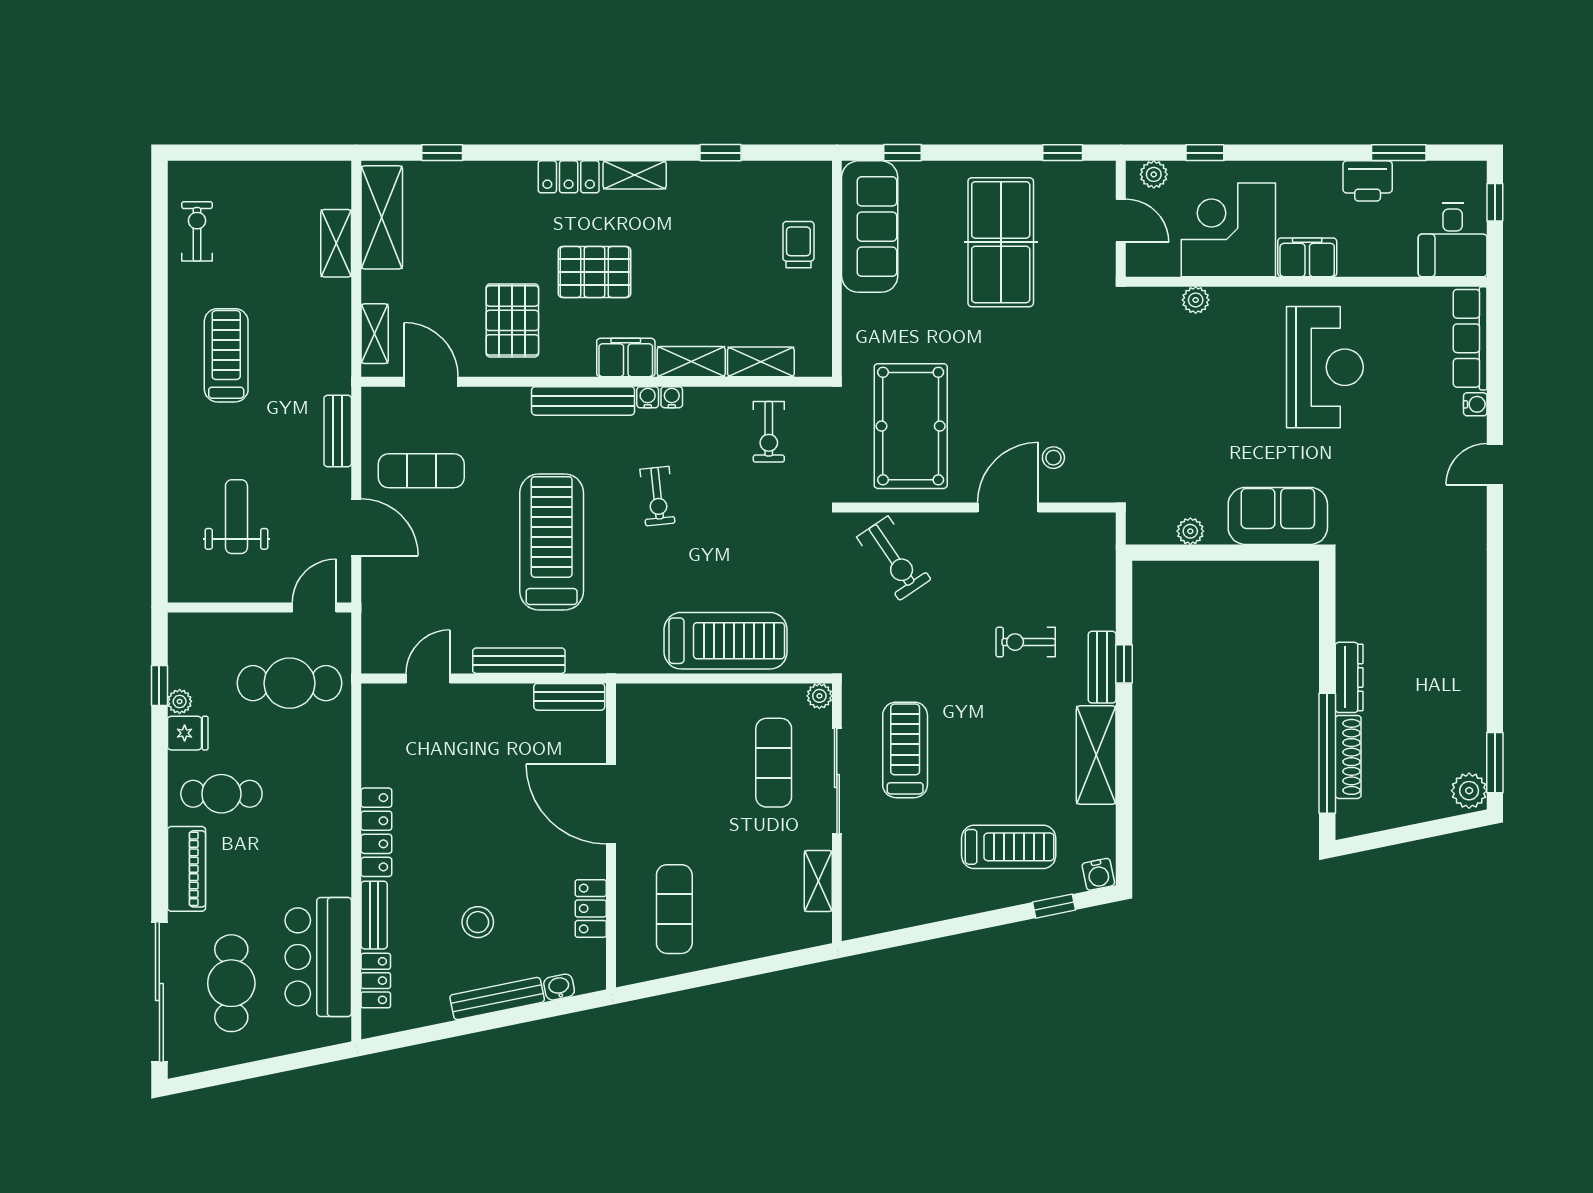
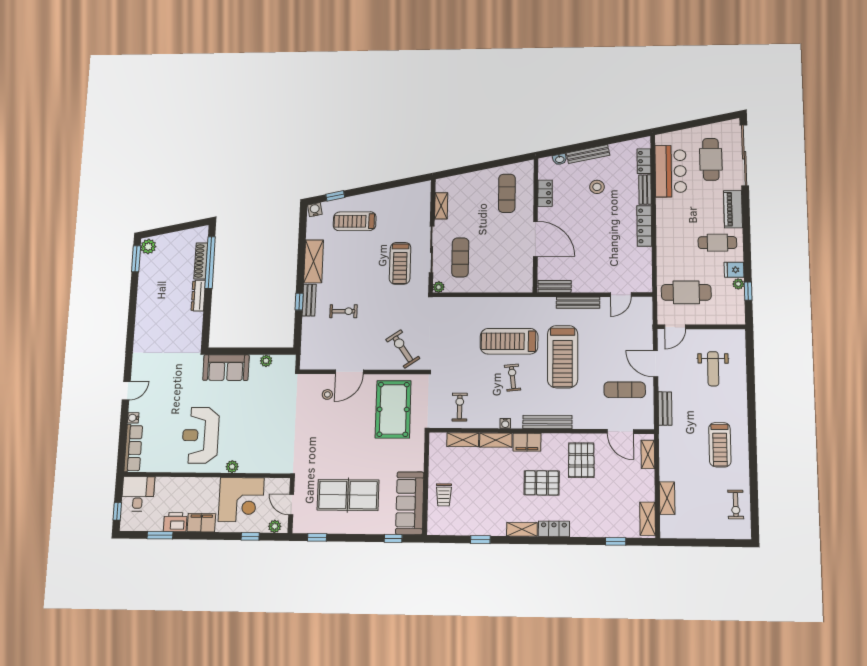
shelving: (382, 217) -> (648, 519), width x0.67, depth x0.75
table tennis table: (1001, 242) -> (348, 495), turned 90
filing cabinet: (1307, 257) -> (201, 523), moved, turned 180
plant: (1196, 300) -> (232, 467), moved
water cooler: (648, 397) -> (517, 423), removed
treadmill: (726, 641) -> (509, 341), moved

